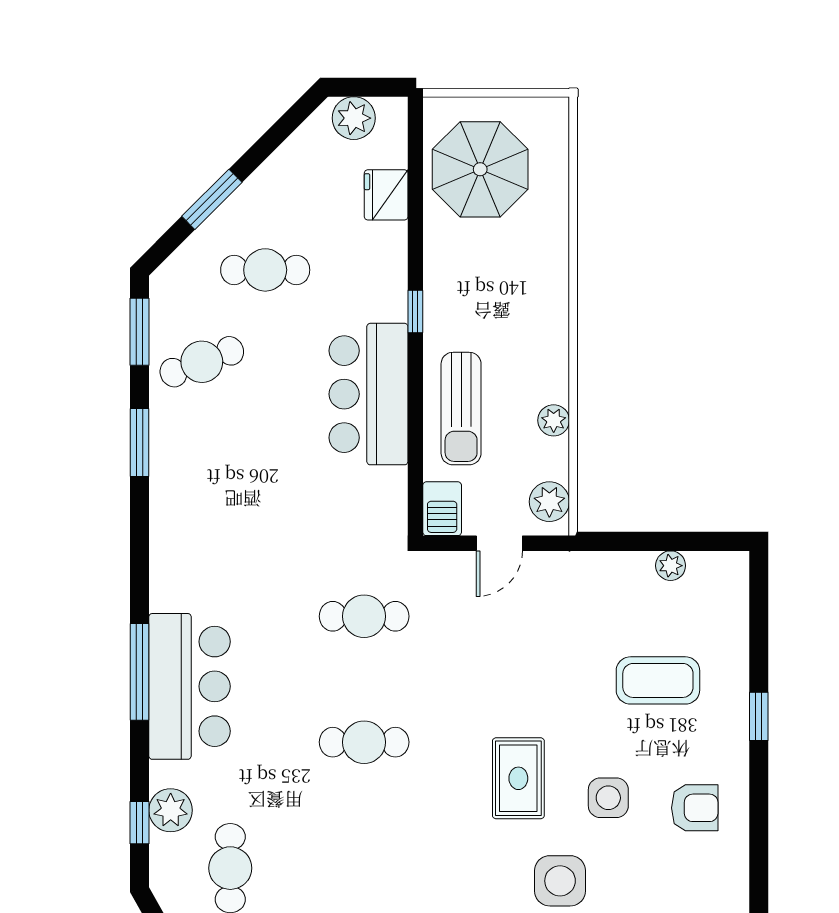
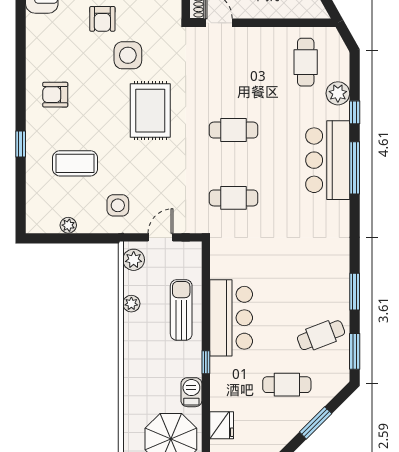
barbecue: (442, 509) -> (191, 392), moved
rug: (518, 778) -> (150, 111), width x1.36, depth x1.43
side table: (608, 798) -> (118, 205), moved
window: (140, 823) -> (355, 112), moved

